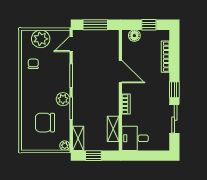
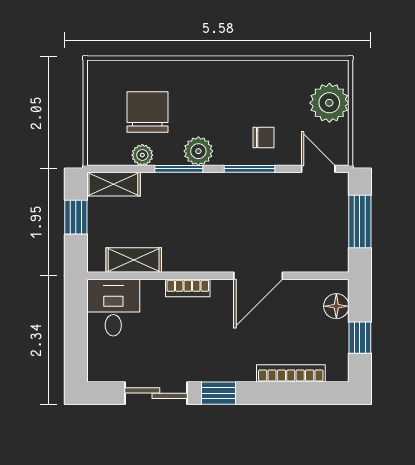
chair: (33, 64) -> (263, 138), moved
plant: (65, 146) -> (142, 155), moved

